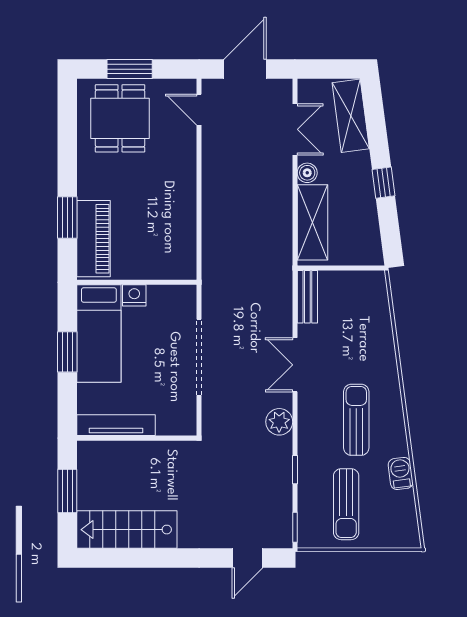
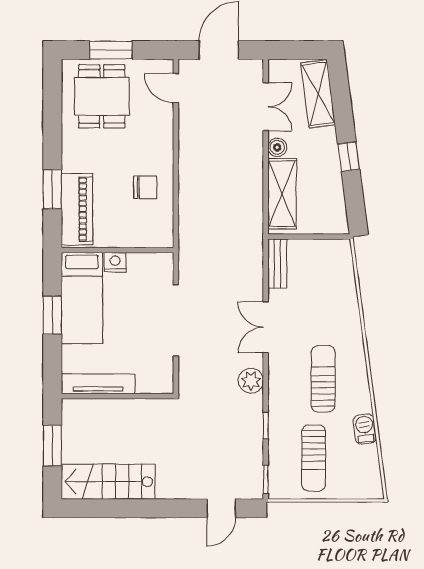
chair: (166, 216) -> (145, 187), added

